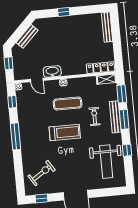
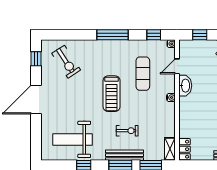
locker: (101, 68) -> (184, 149), width x0.66
exercise mat: (68, 104) -> (143, 74), moved

